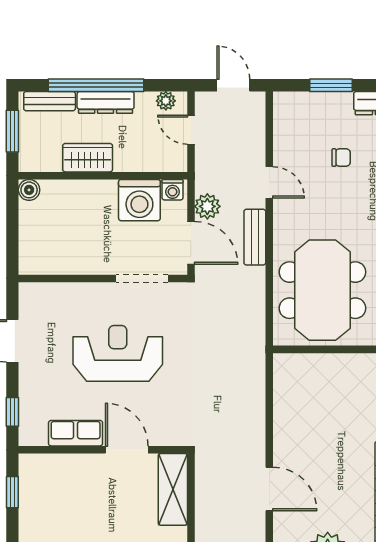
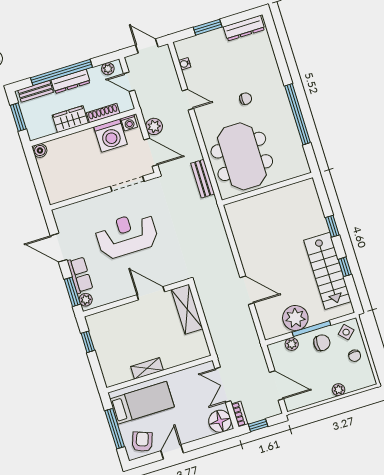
water cooler: (281, 128) -> (185, 64), added
chair: (341, 158) -> (246, 99), moved
shoe rack: (139, 164) -> (103, 113), added
bench: (255, 237) -> (203, 179), moved
window: (12, 412) -> (72, 292), width x1.50
plant: (28, 429) -> (86, 300), added
row of seats: (76, 433) -> (80, 275), moved, turned 90

